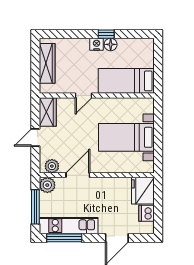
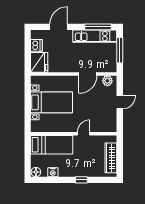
window: (106, 34) -> (81, 180), moved
nightstand: (97, 44) -> (53, 172), moved
floor lamp: (111, 44) -> (36, 172), moved
wardrobe: (48, 112) -> (110, 121), removed
plant: (47, 185) -> (111, 67), removed

